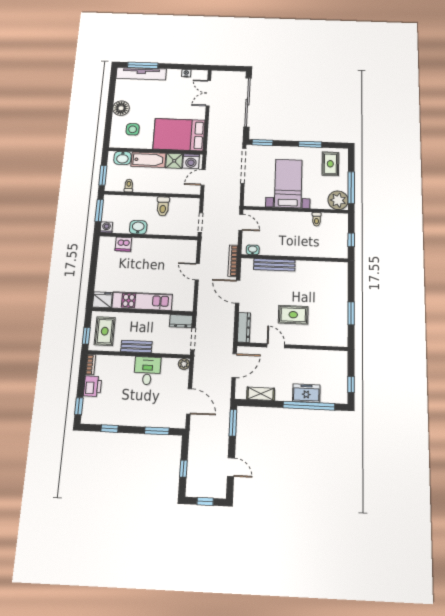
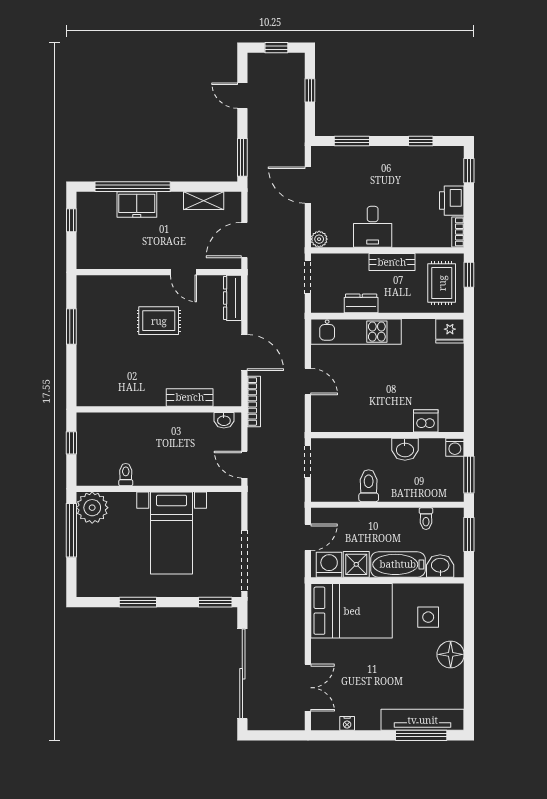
rug: (330, 164) -> (105, 570), removed
bench: (274, 265) -> (190, 397), width x0.73
kitchen unit: (142, 301) -> (356, 332), moved
dresser: (181, 321) -> (361, 303), moved

